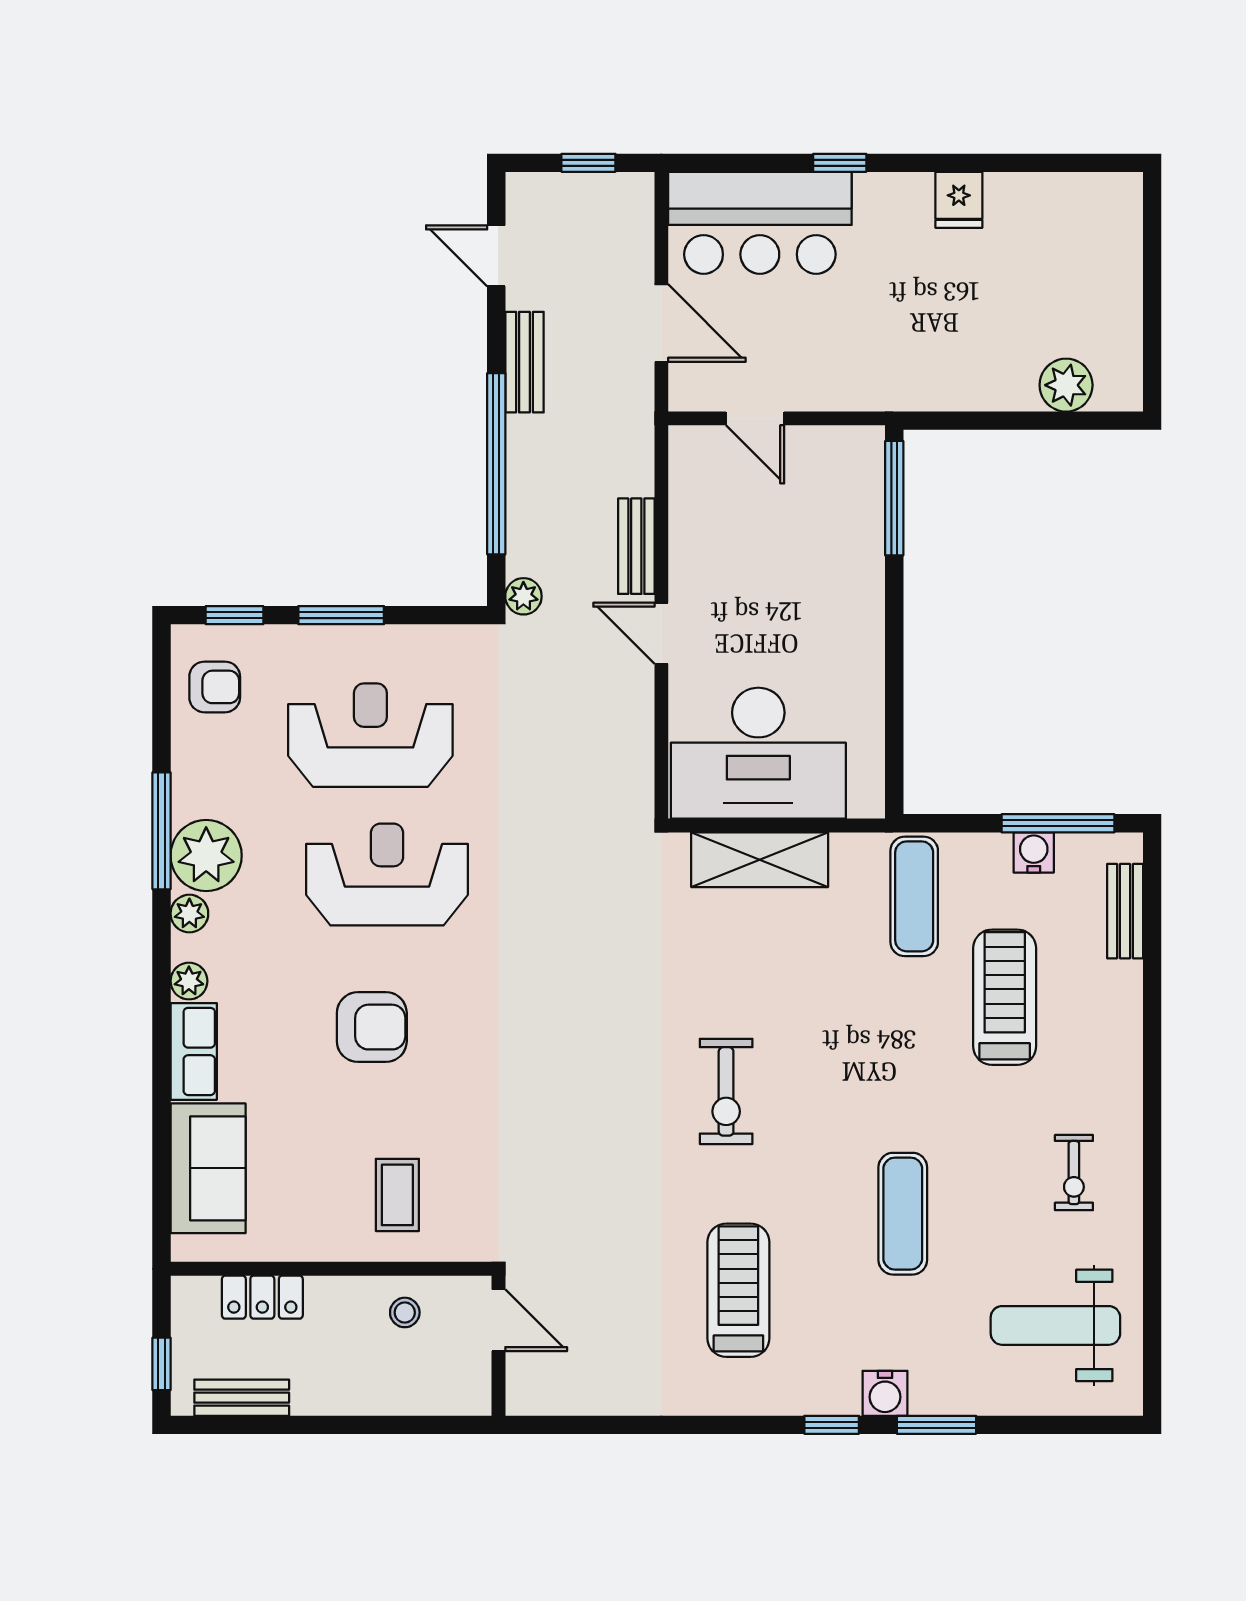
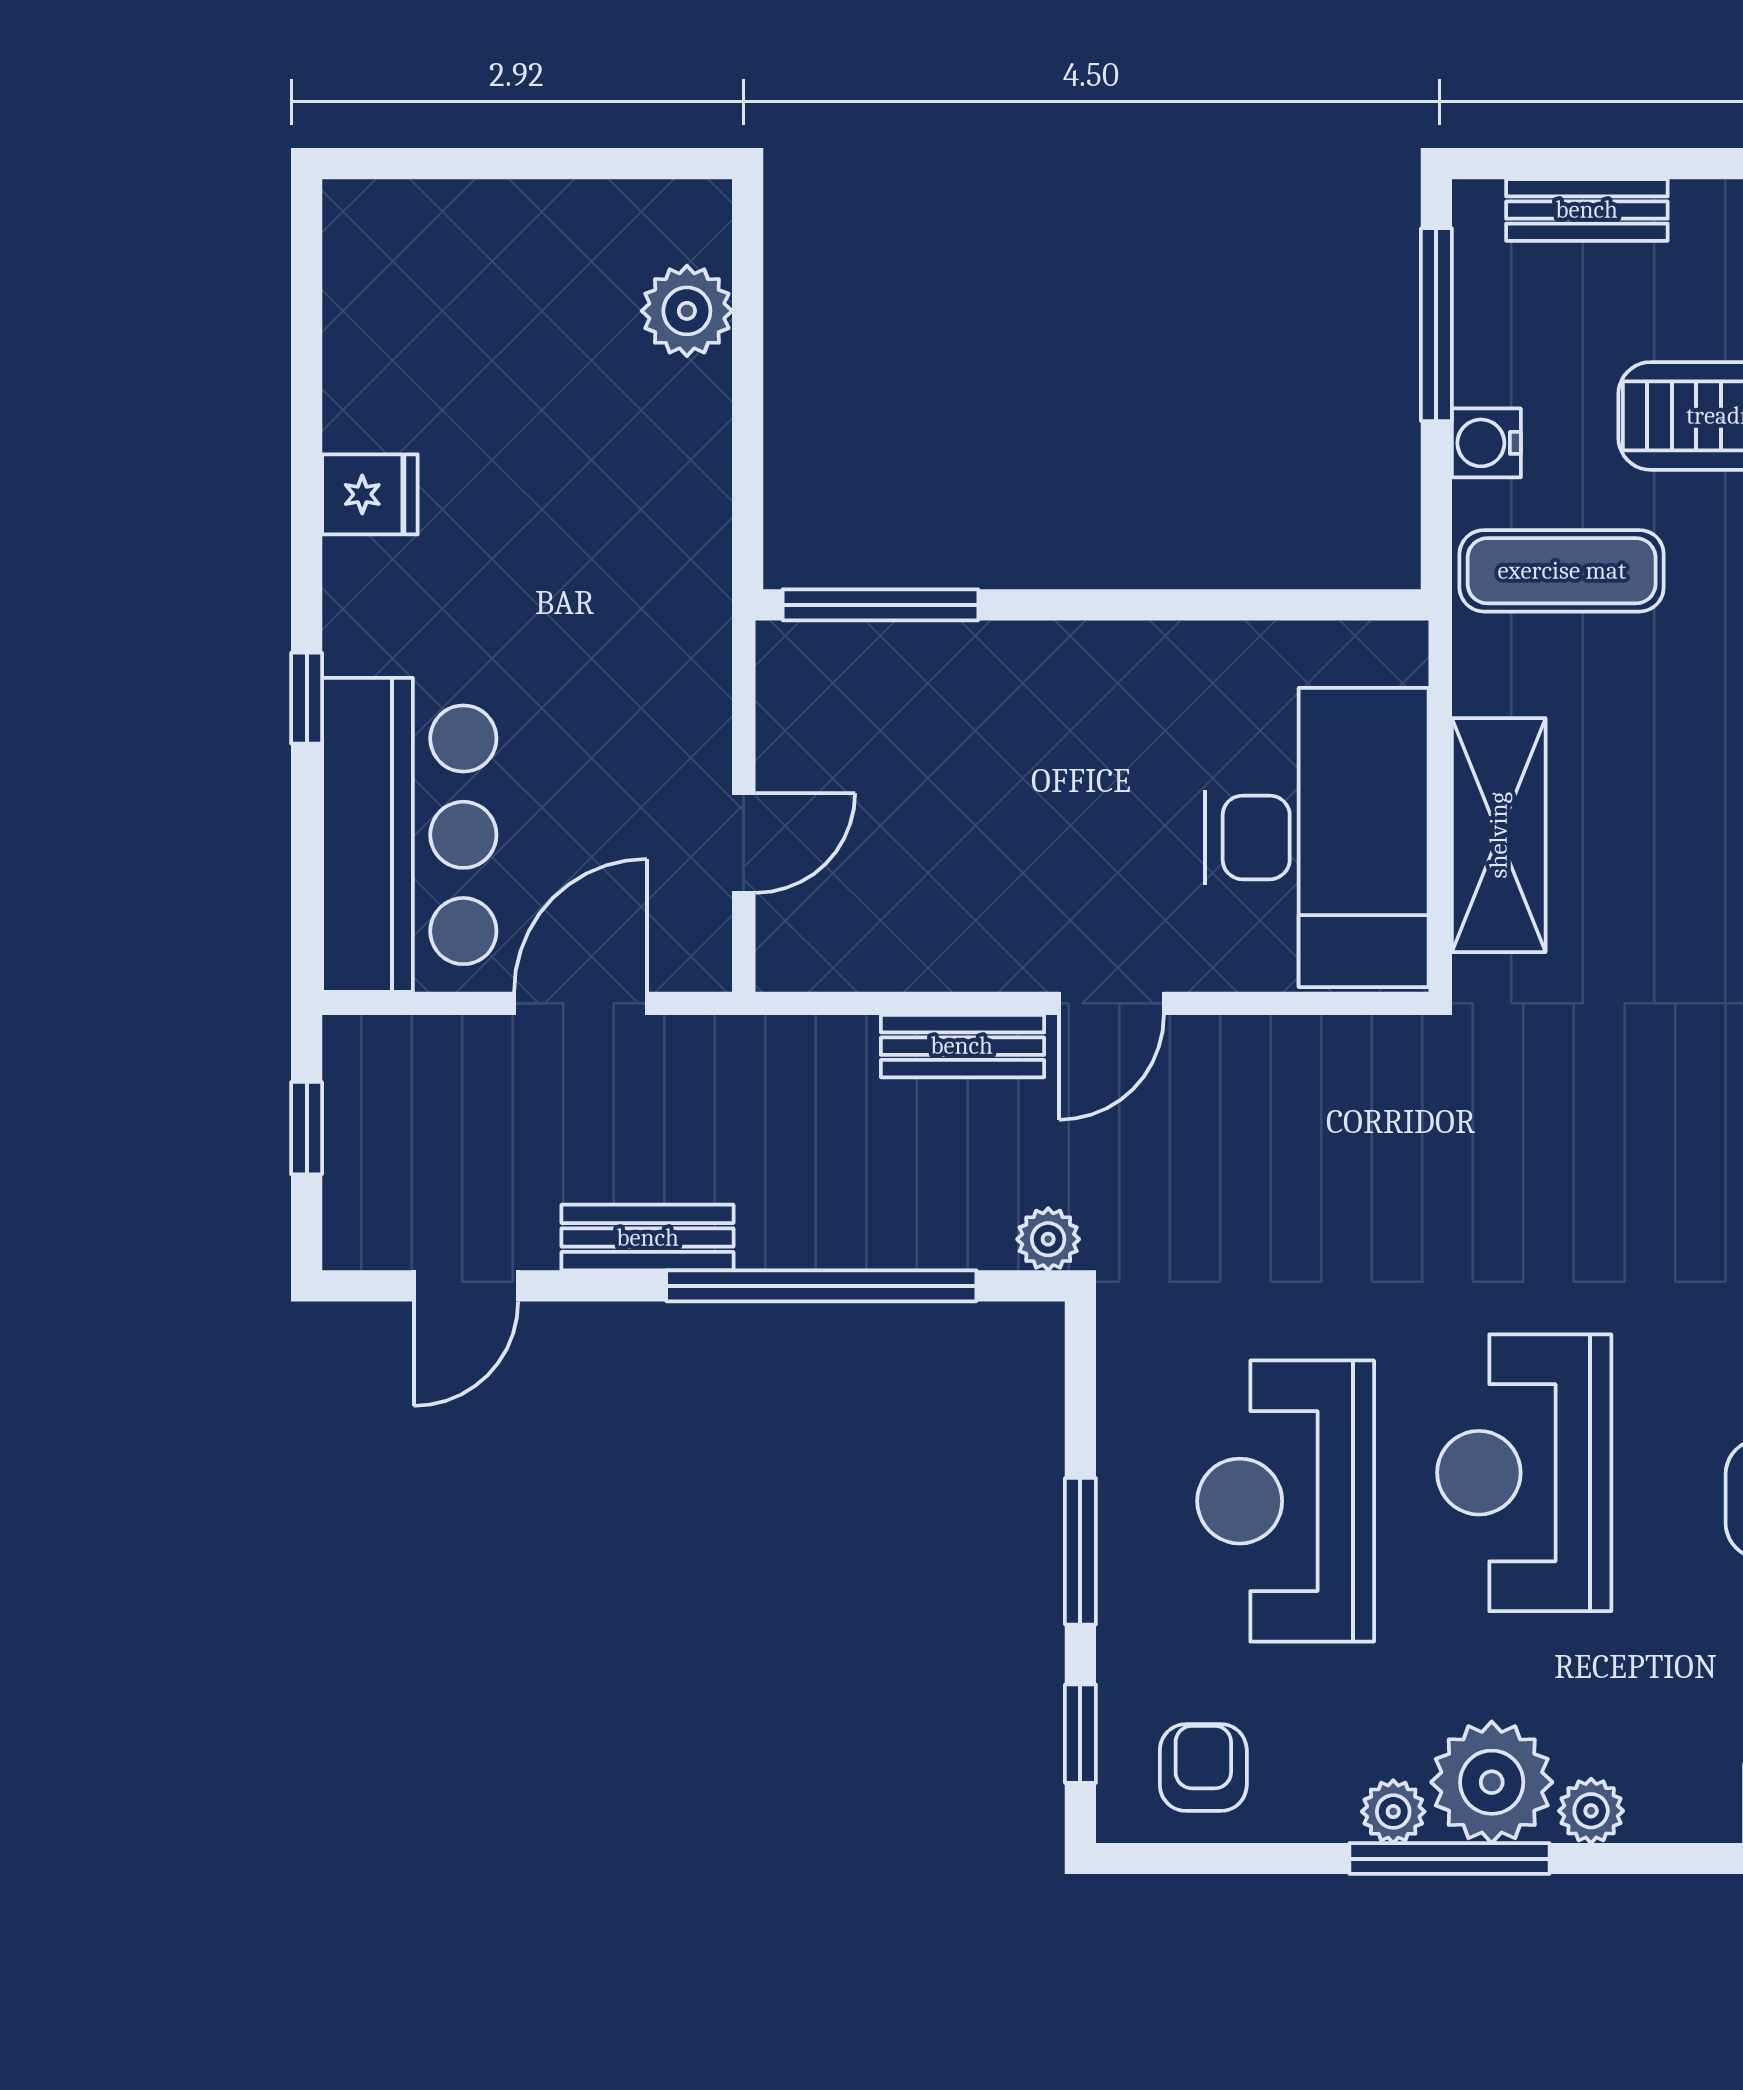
water cooler: (1034, 852) -> (1486, 443), moved
plant: (189, 981) -> (1393, 1812), moved

